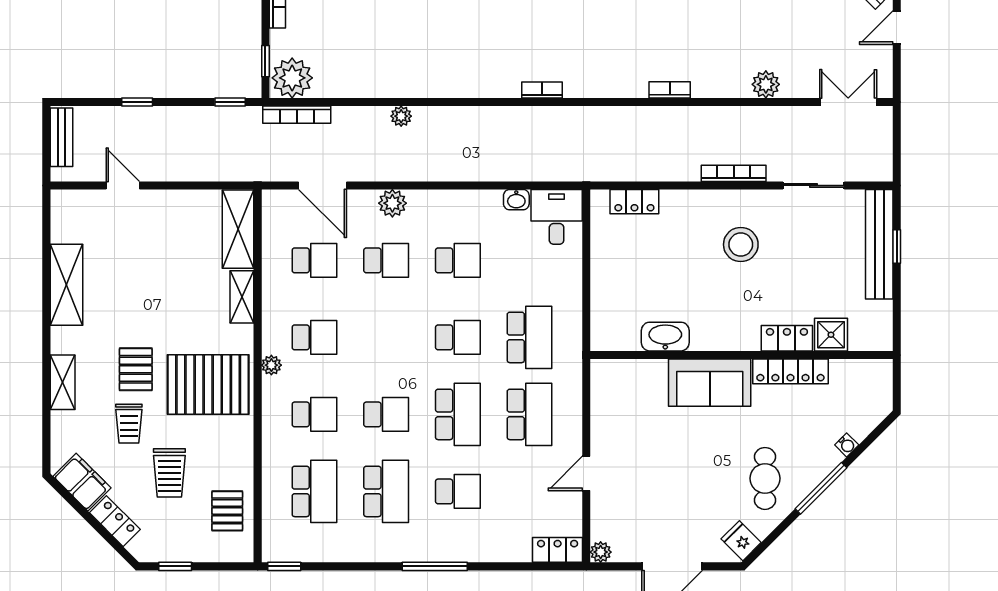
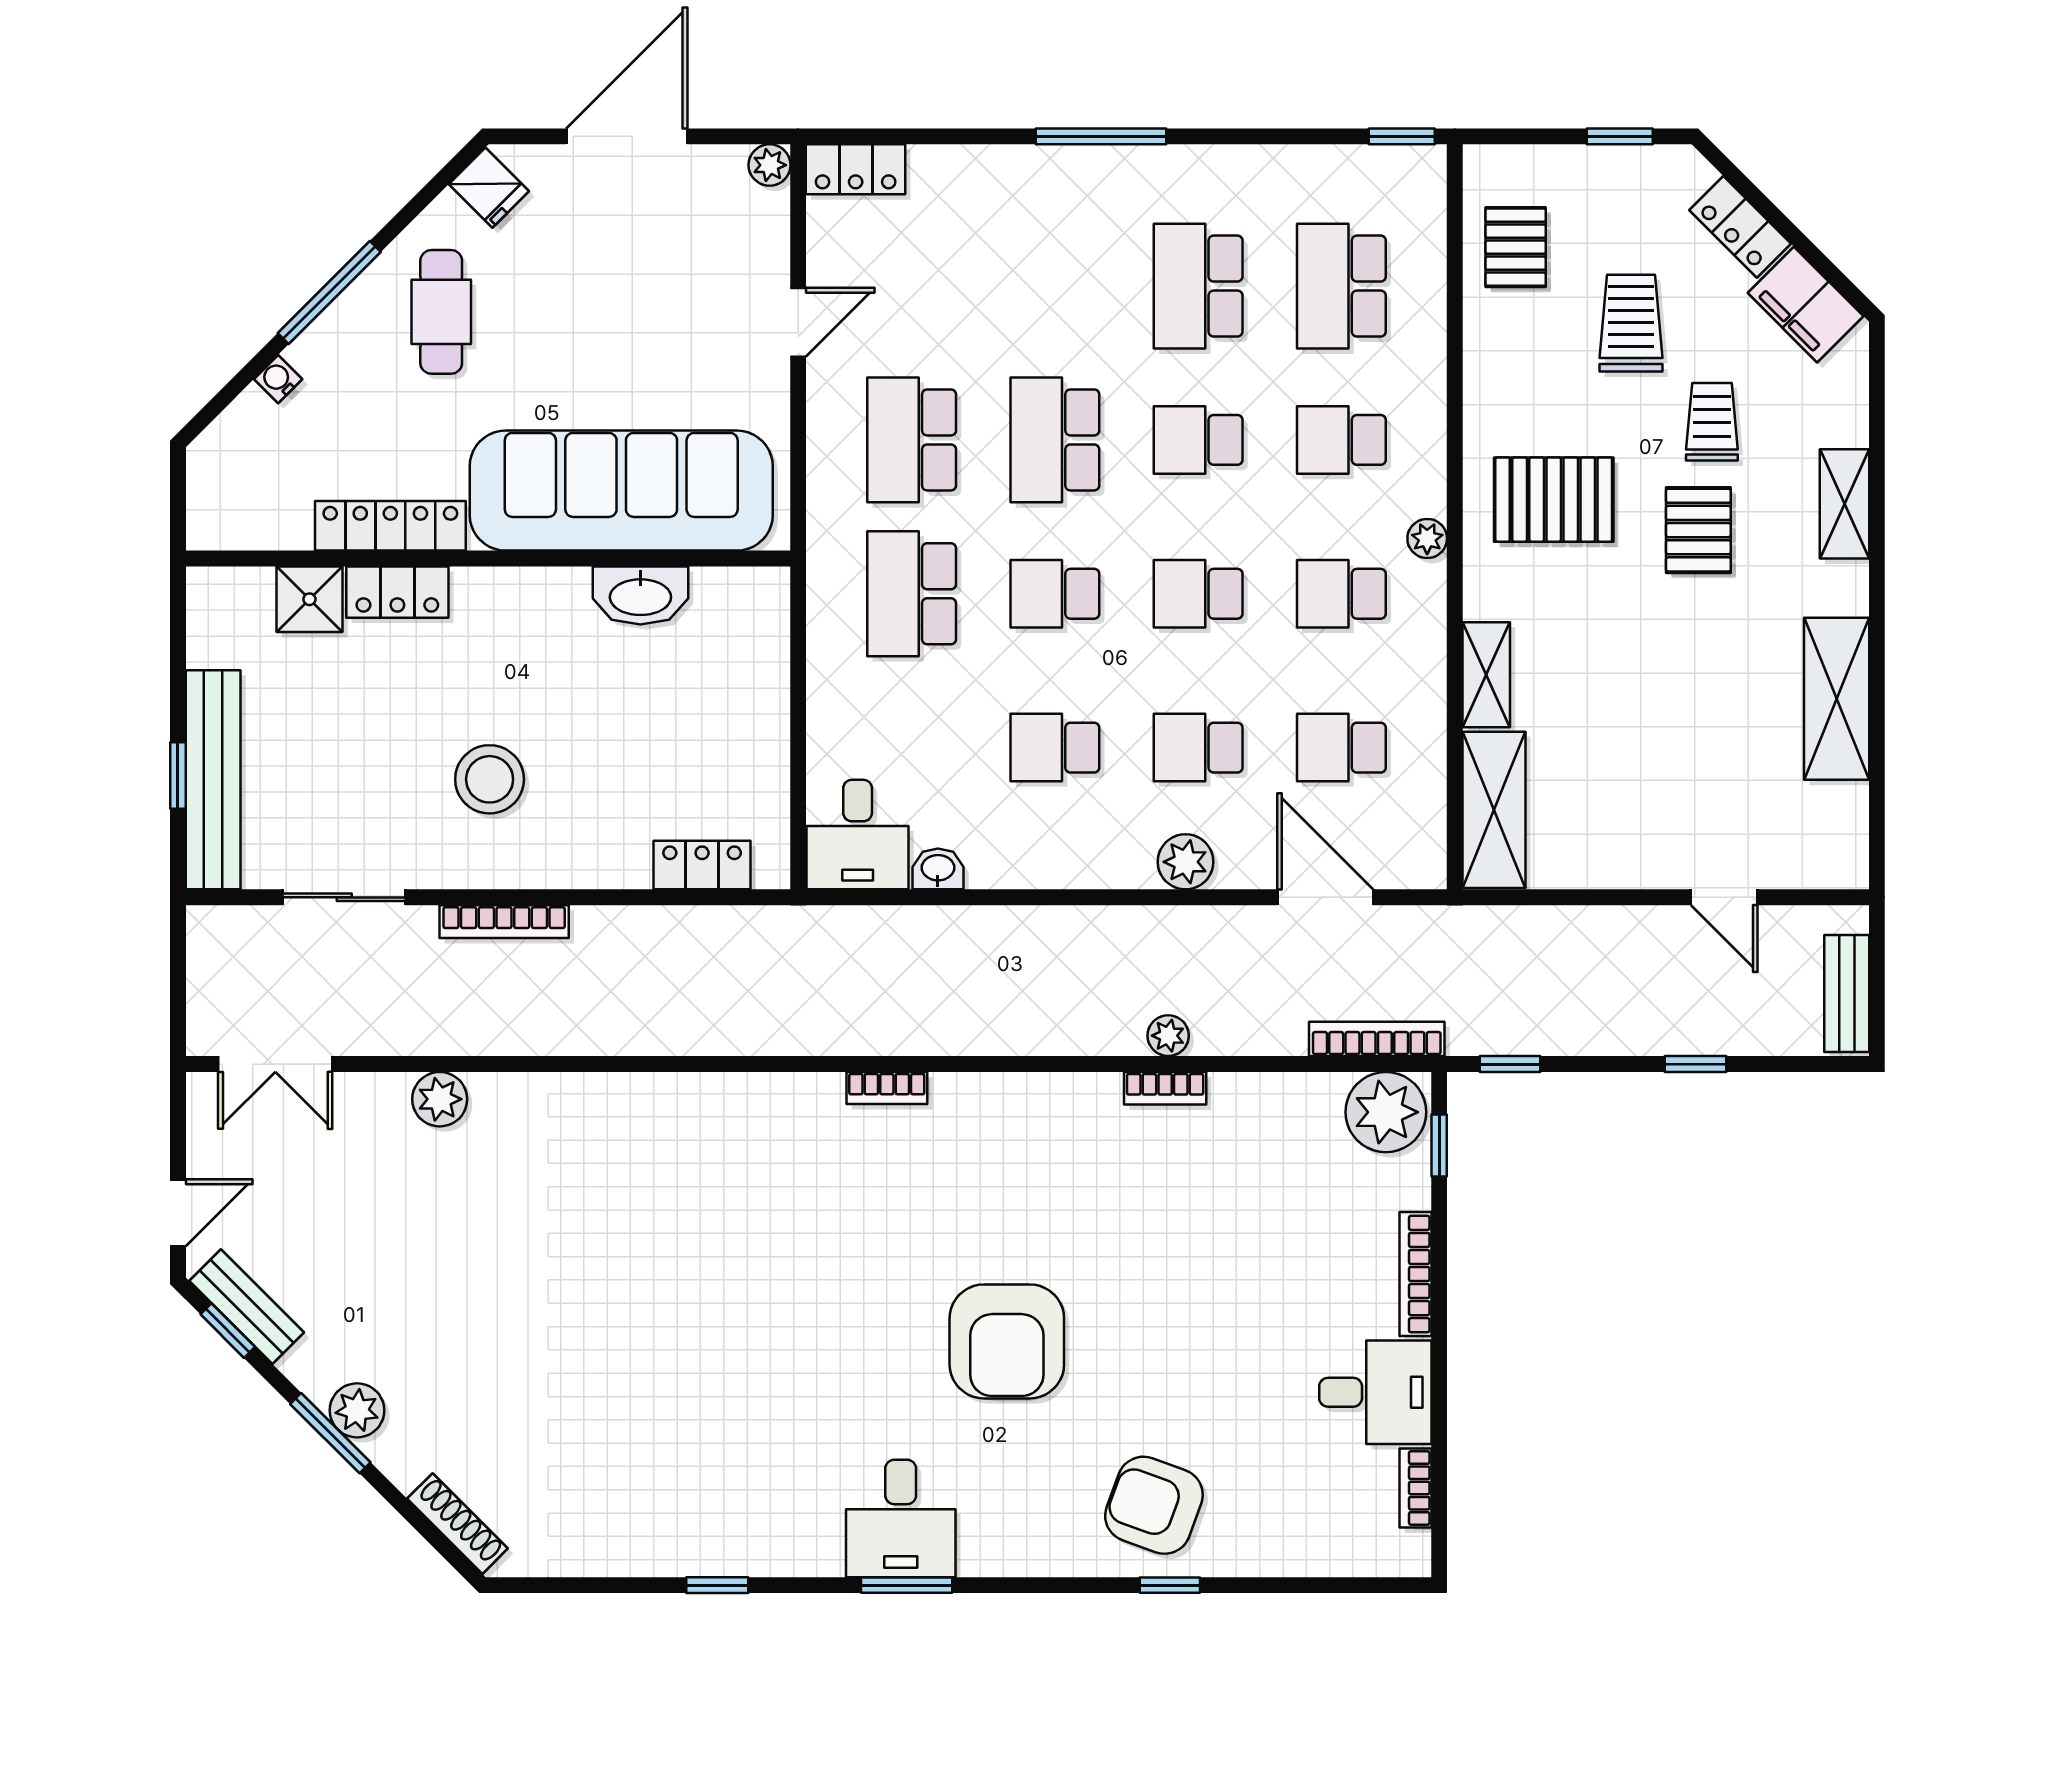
bookcase: (670, 90) -> (1165, 1088), moved
sofa: (710, 383) -> (621, 491), width x1.85, depth x1.27
pallet: (208, 385) -> (1554, 500), width x0.73, depth x0.71
school desk: (458, 491) -> (1198, 594), moved

